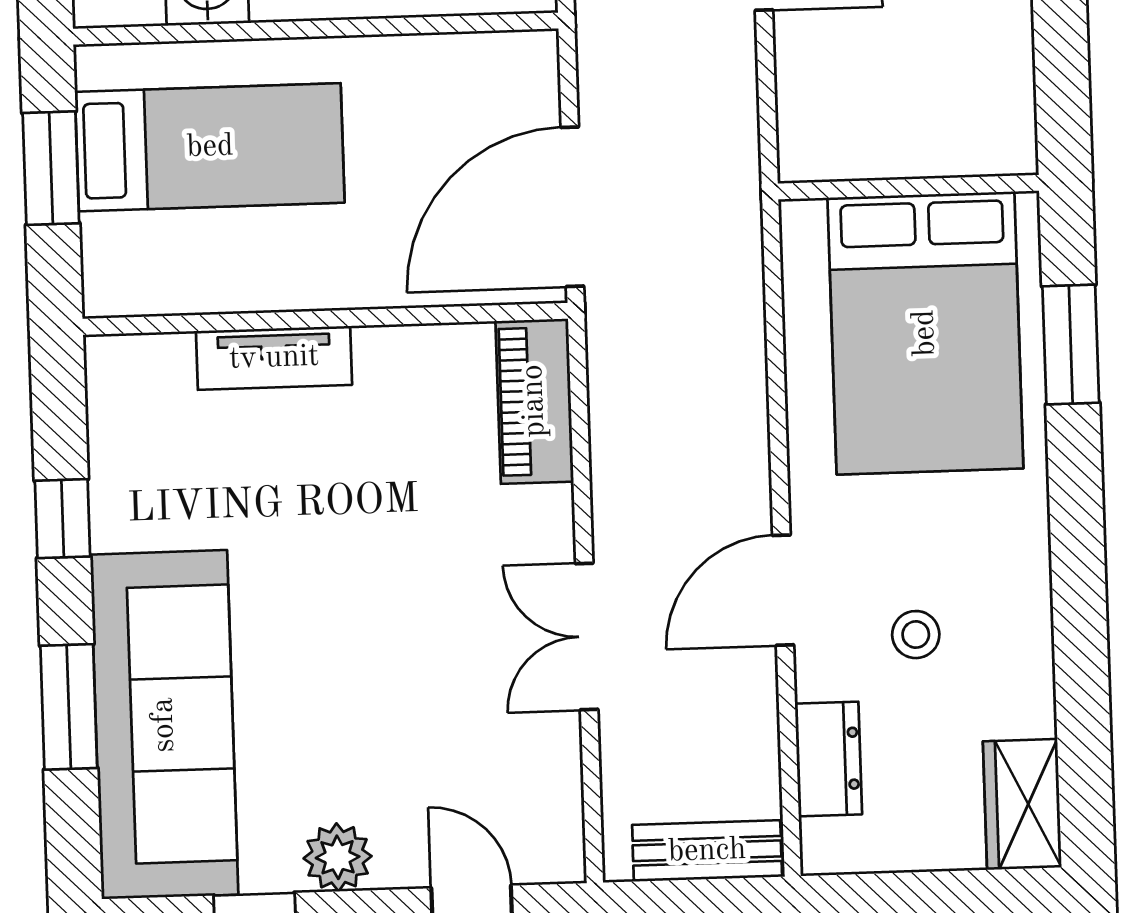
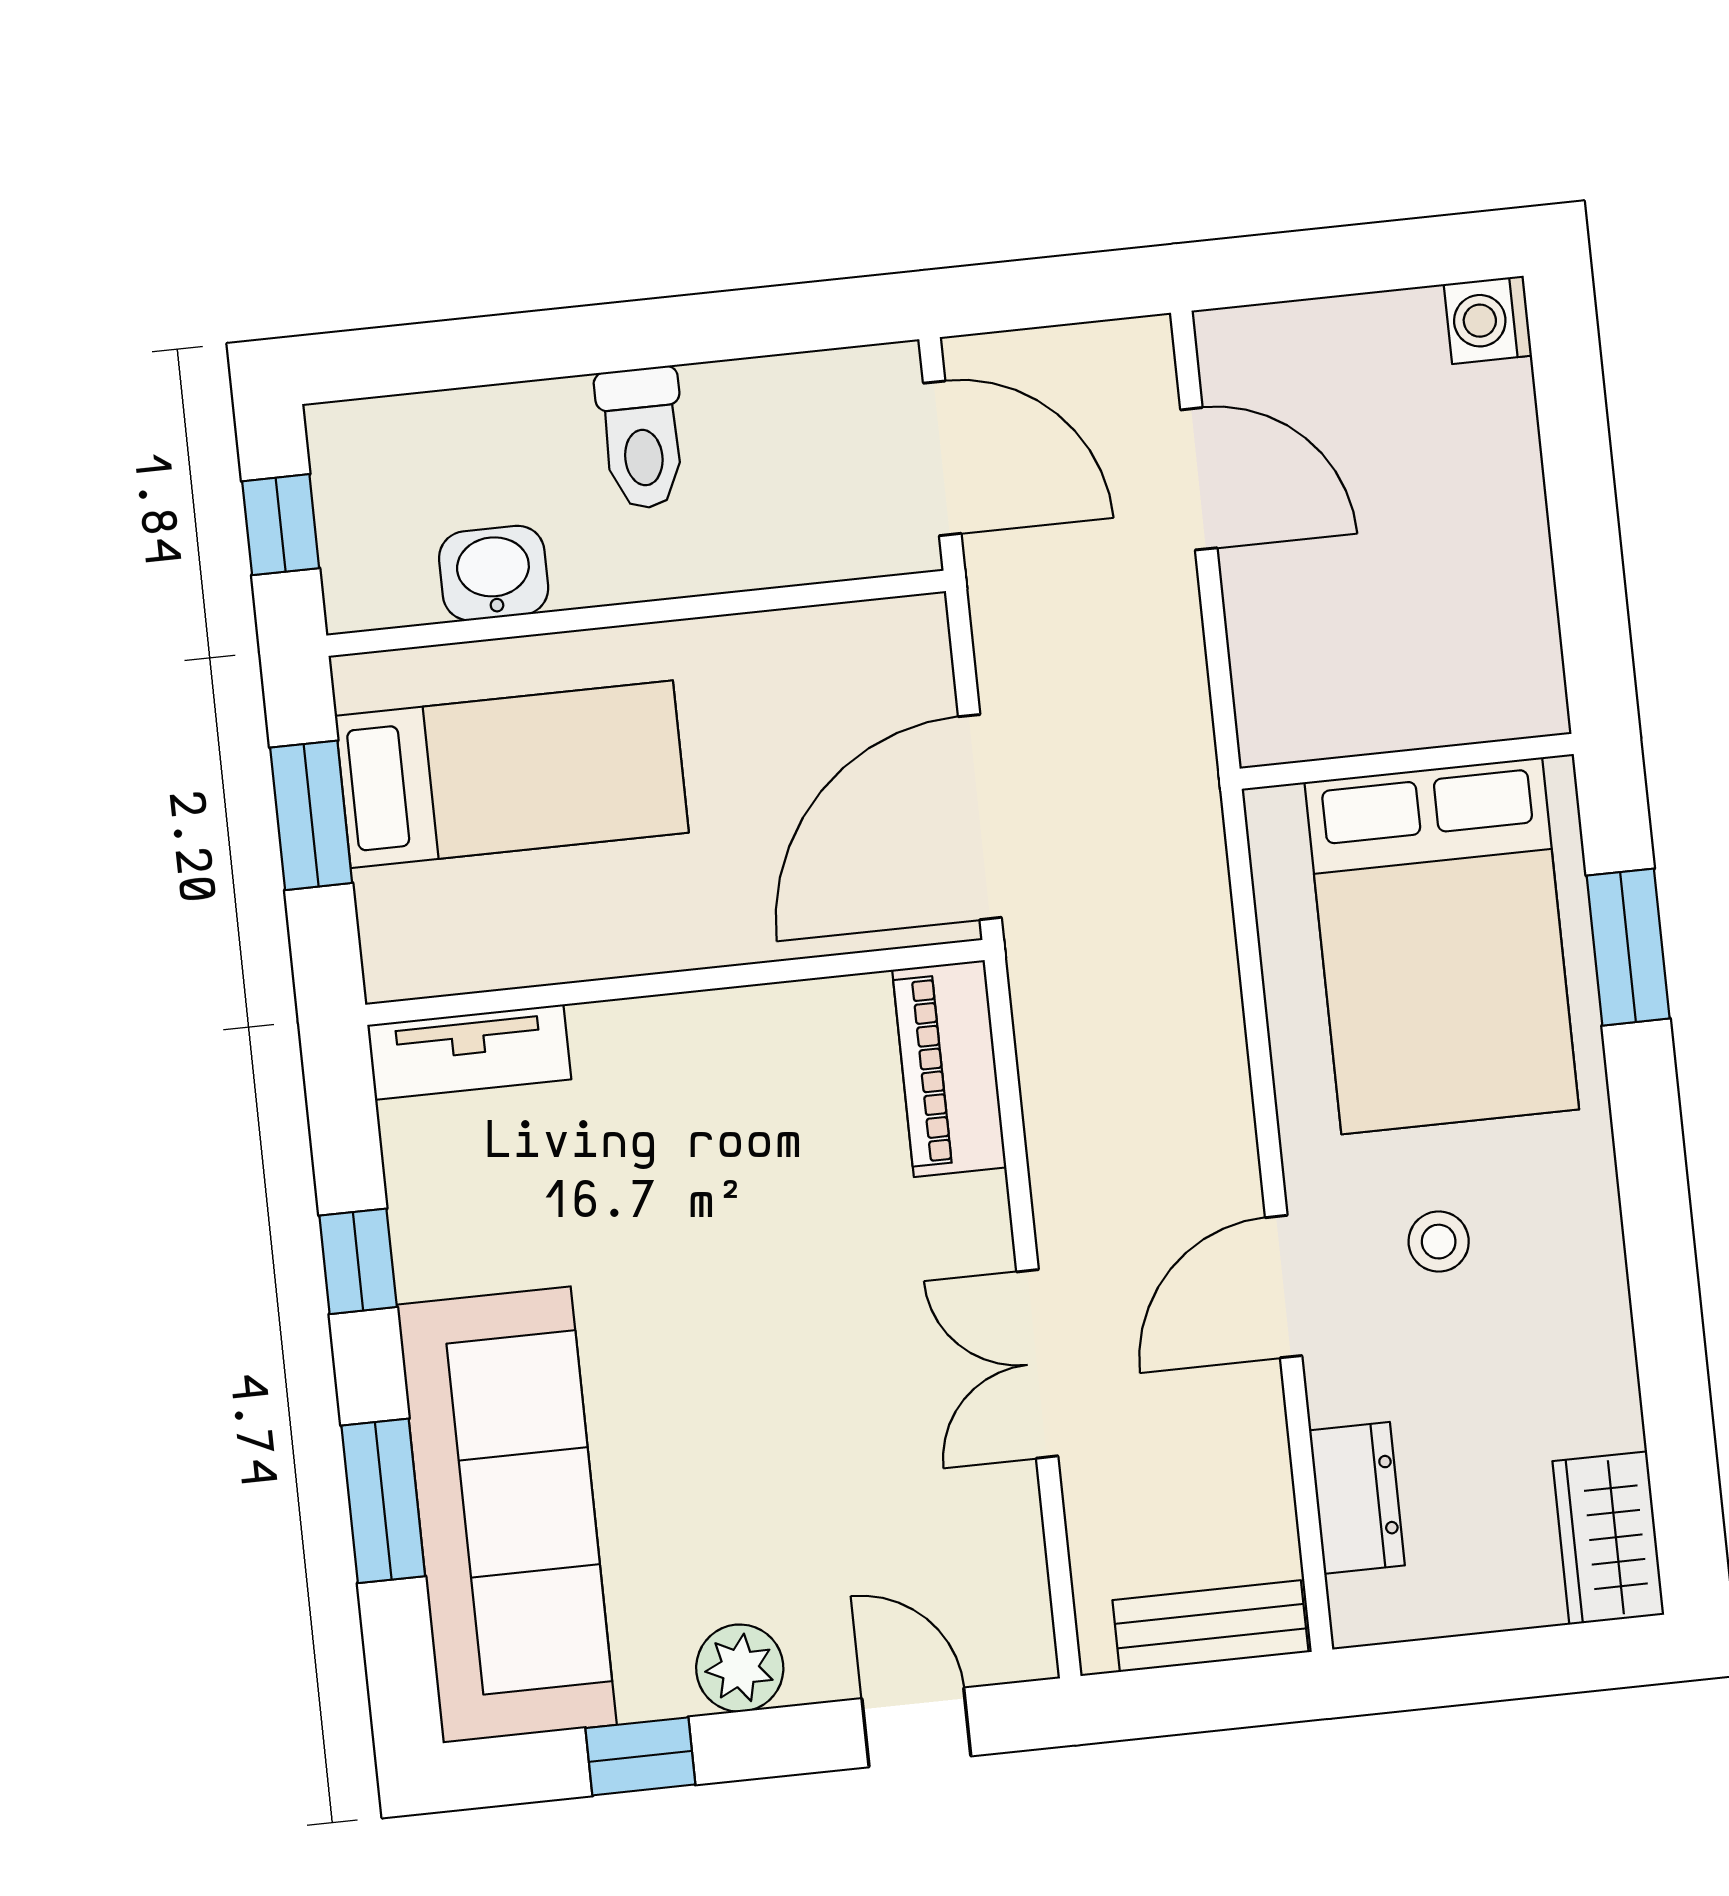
tv unit: (274, 358) -> (469, 1052), moved
stool: (916, 635) -> (1439, 1242), moved

